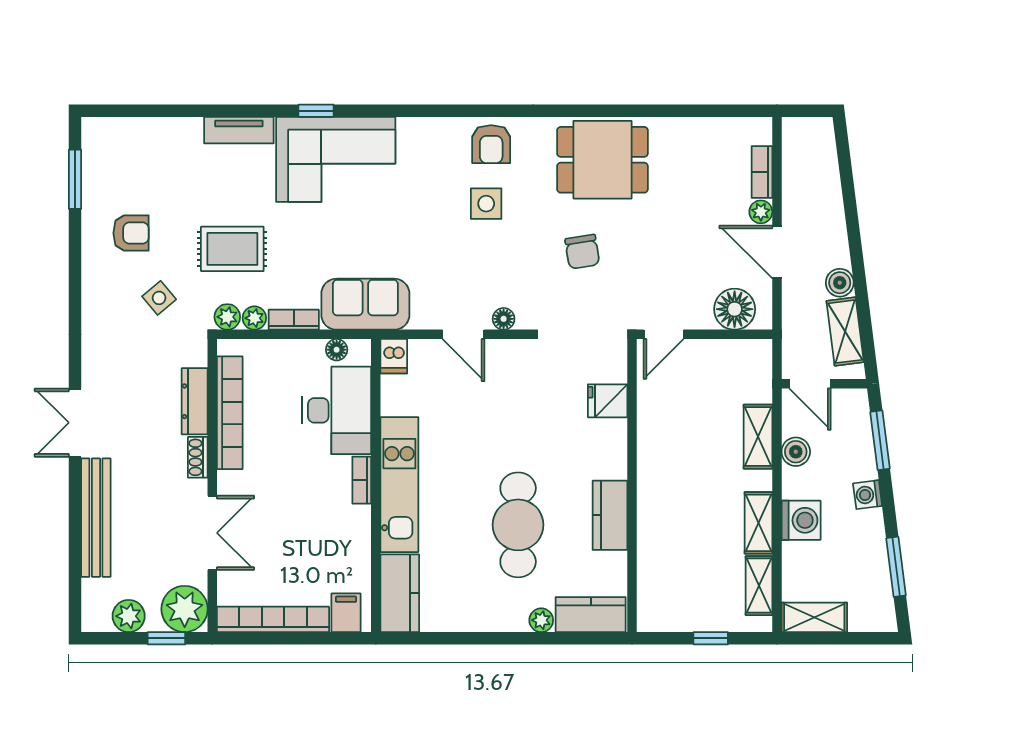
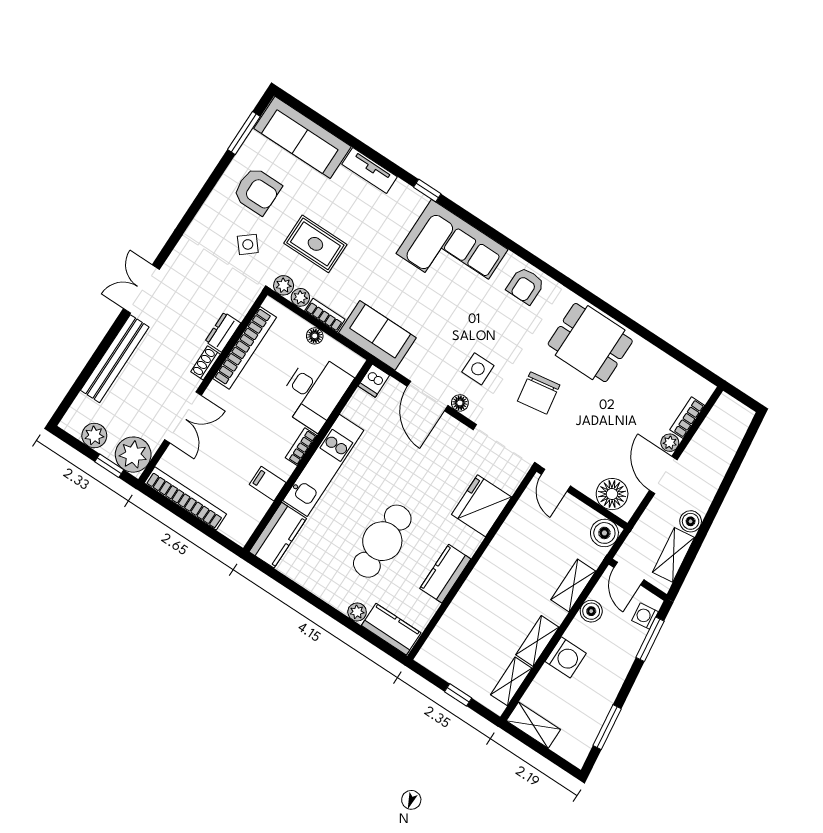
sofa: (142, 142) -> (303, 137), added
corner sofa: (336, 159) -> (452, 251), moved
side table: (486, 204) -> (478, 369), moved
armchair: (131, 233) -> (257, 191), width x1.38, depth x1.38
chair: (582, 252) -> (539, 393), width x1.37, depth x1.37
door: (463, 334) -> (428, 396), width x1.38
door: (664, 334) -> (556, 480), hinge flipped
floor lamp: (337, 350) -> (315, 336), moved
boiler: (754, 357) -> (604, 533), added
dresser: (195, 401) -> (223, 332), width x0.70
fridge: (608, 401) -> (482, 506), width x1.88, depth x1.34
washing machine: (868, 495) -> (645, 616), moved
filing cabinet: (346, 613) -> (268, 484), moved, turned -90

